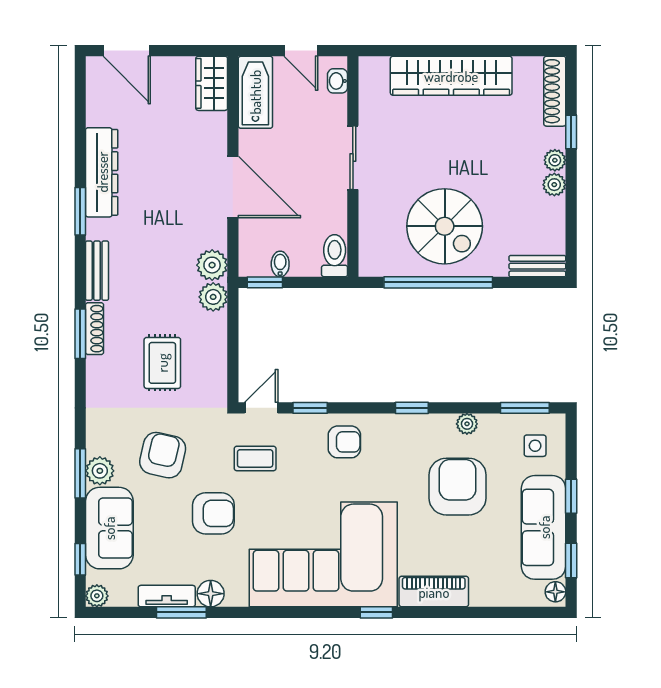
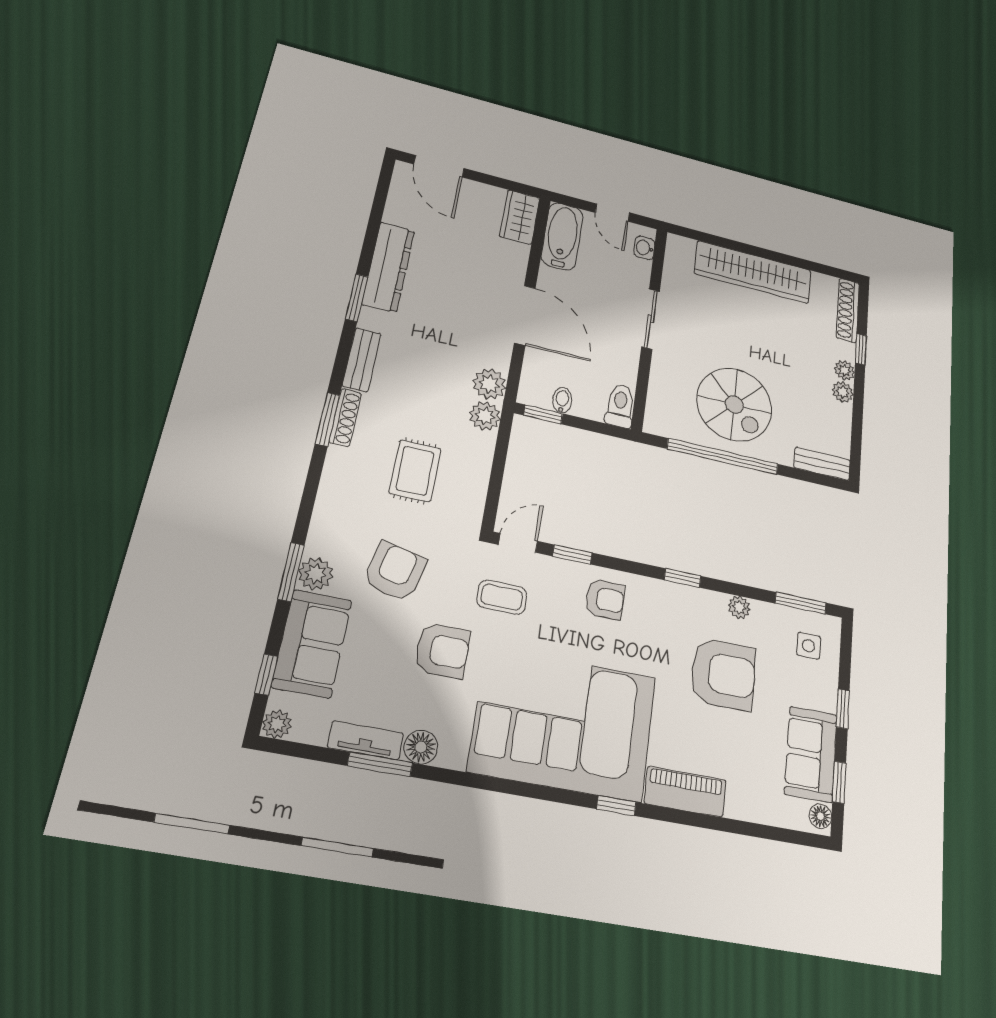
armchair: (458, 487) -> (723, 674), turned 90
sofa: (544, 527) -> (811, 754), width x0.73

